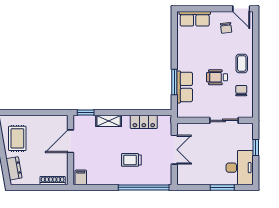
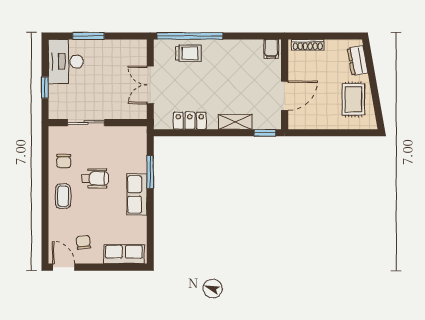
row of seats: (185, 87) -> (137, 194), moved
trolley: (131, 160) -> (188, 53), moved

